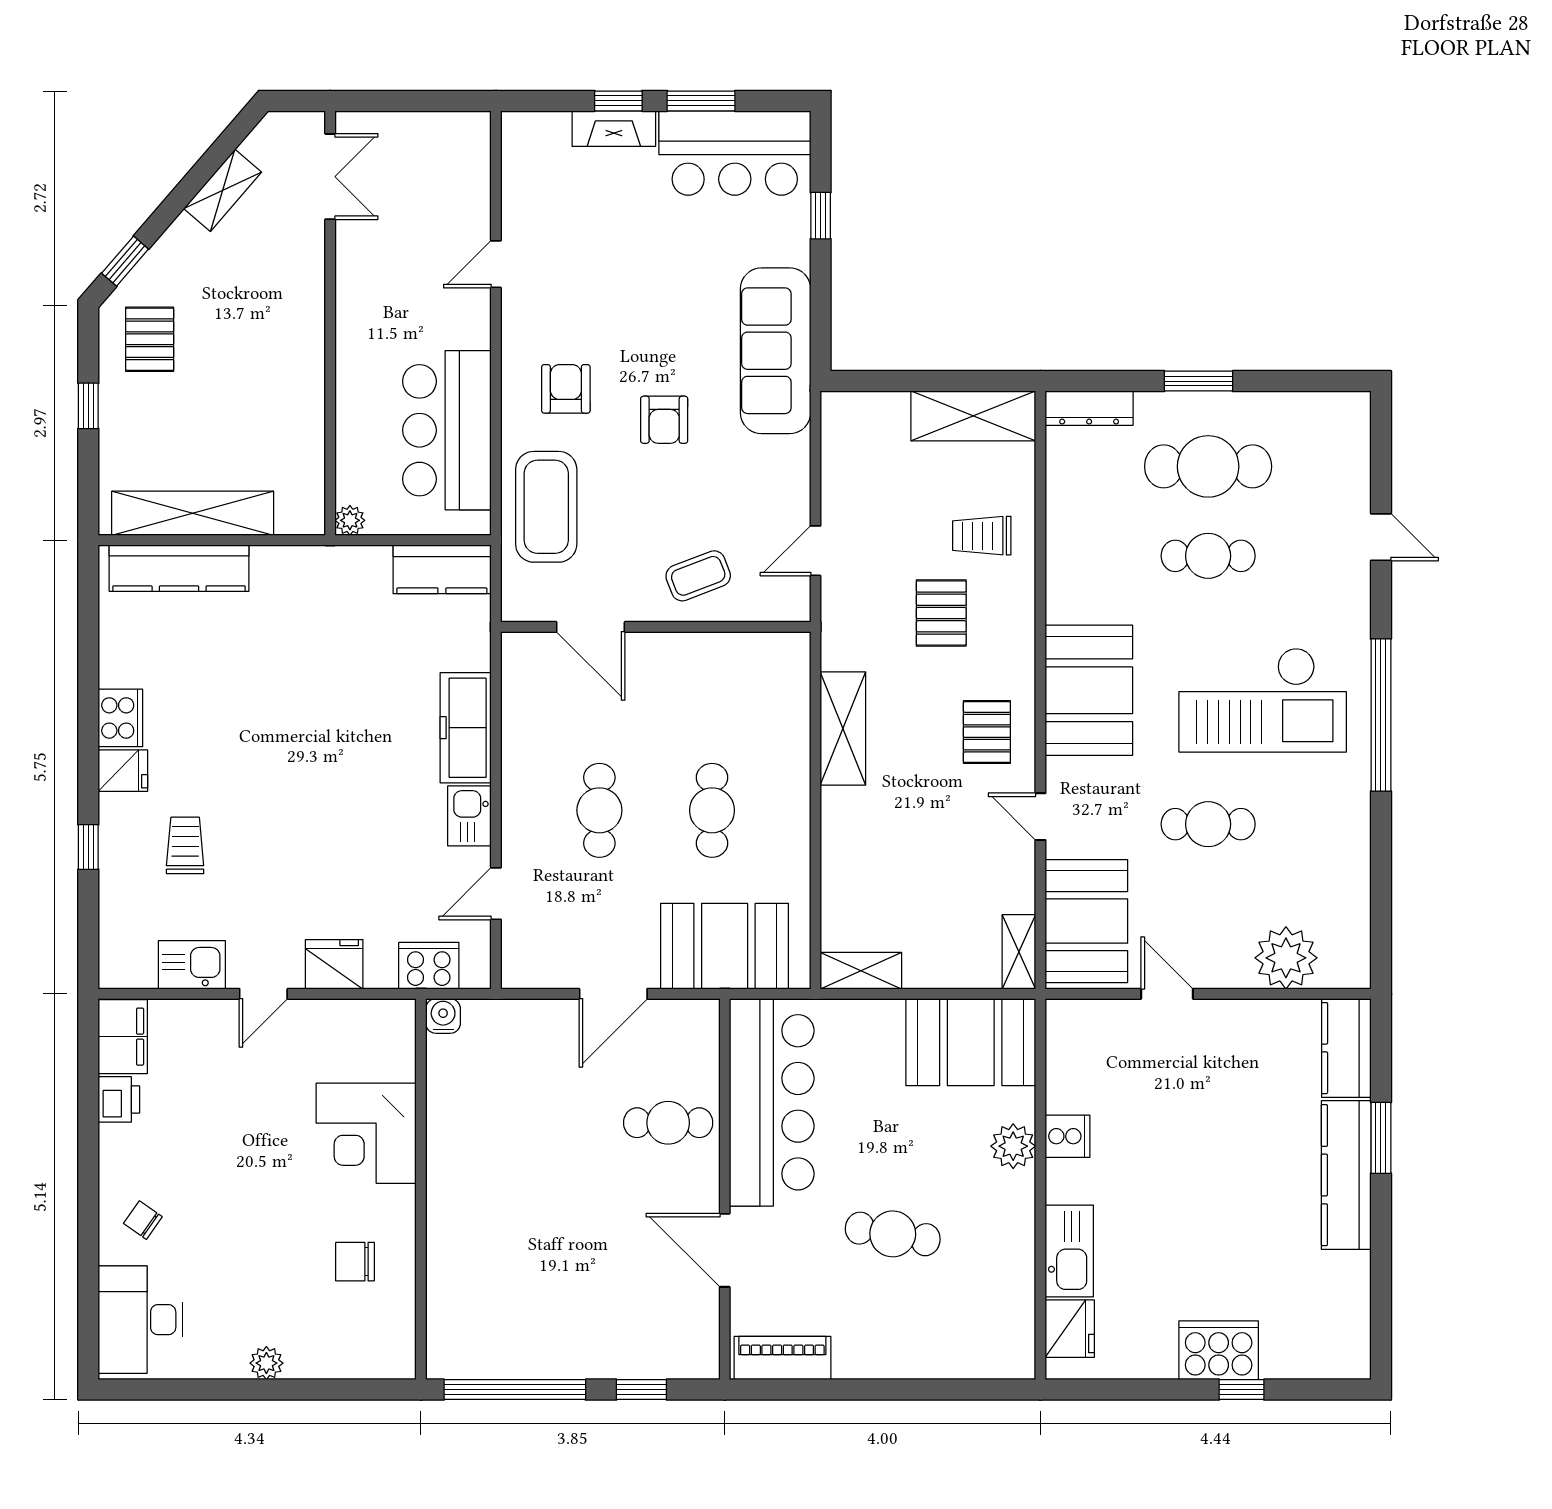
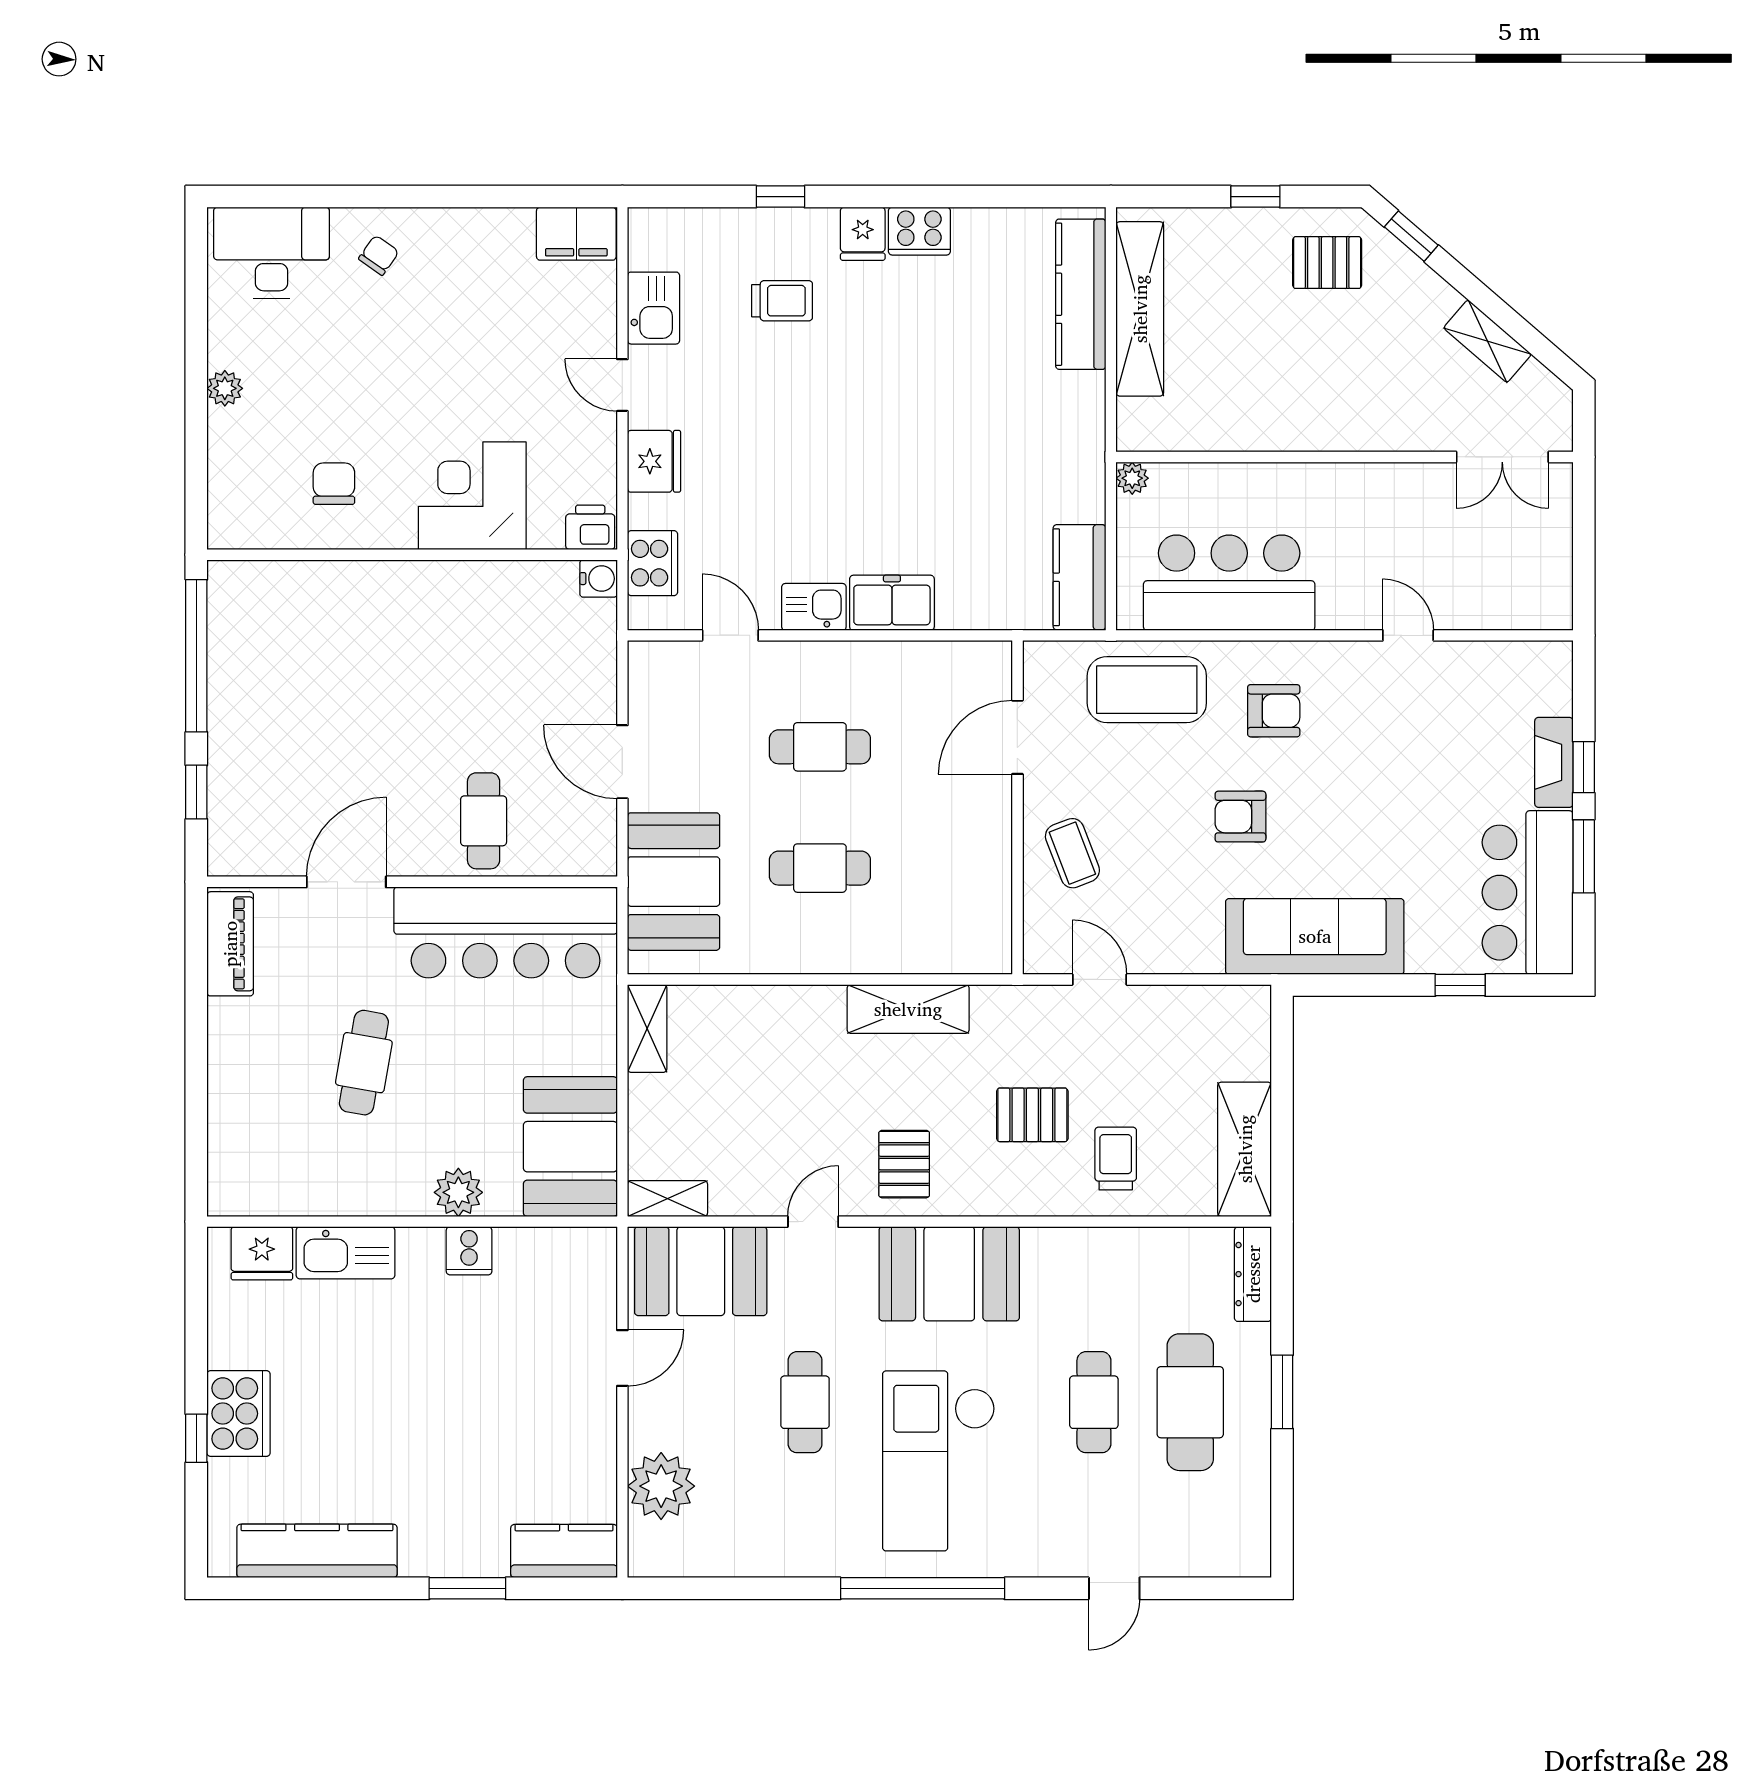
freezer: (466, 728) -> (892, 603), width x0.71
pallet: (987, 732) -> (904, 1164), turned 90
printer: (119, 1099) -> (590, 527), moved, turned 180
kitchen counter: (1346, 1175) -> (317, 1551), moved

